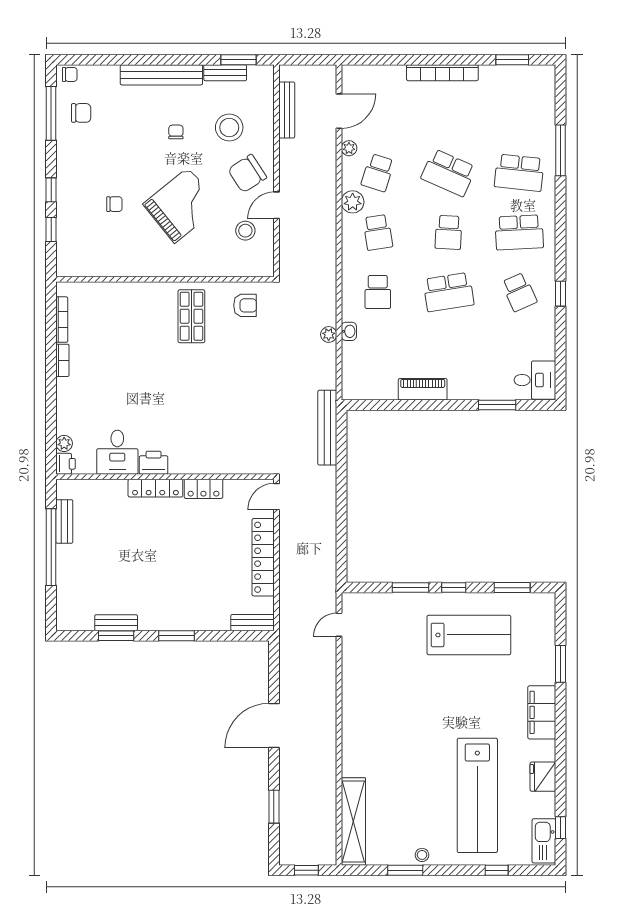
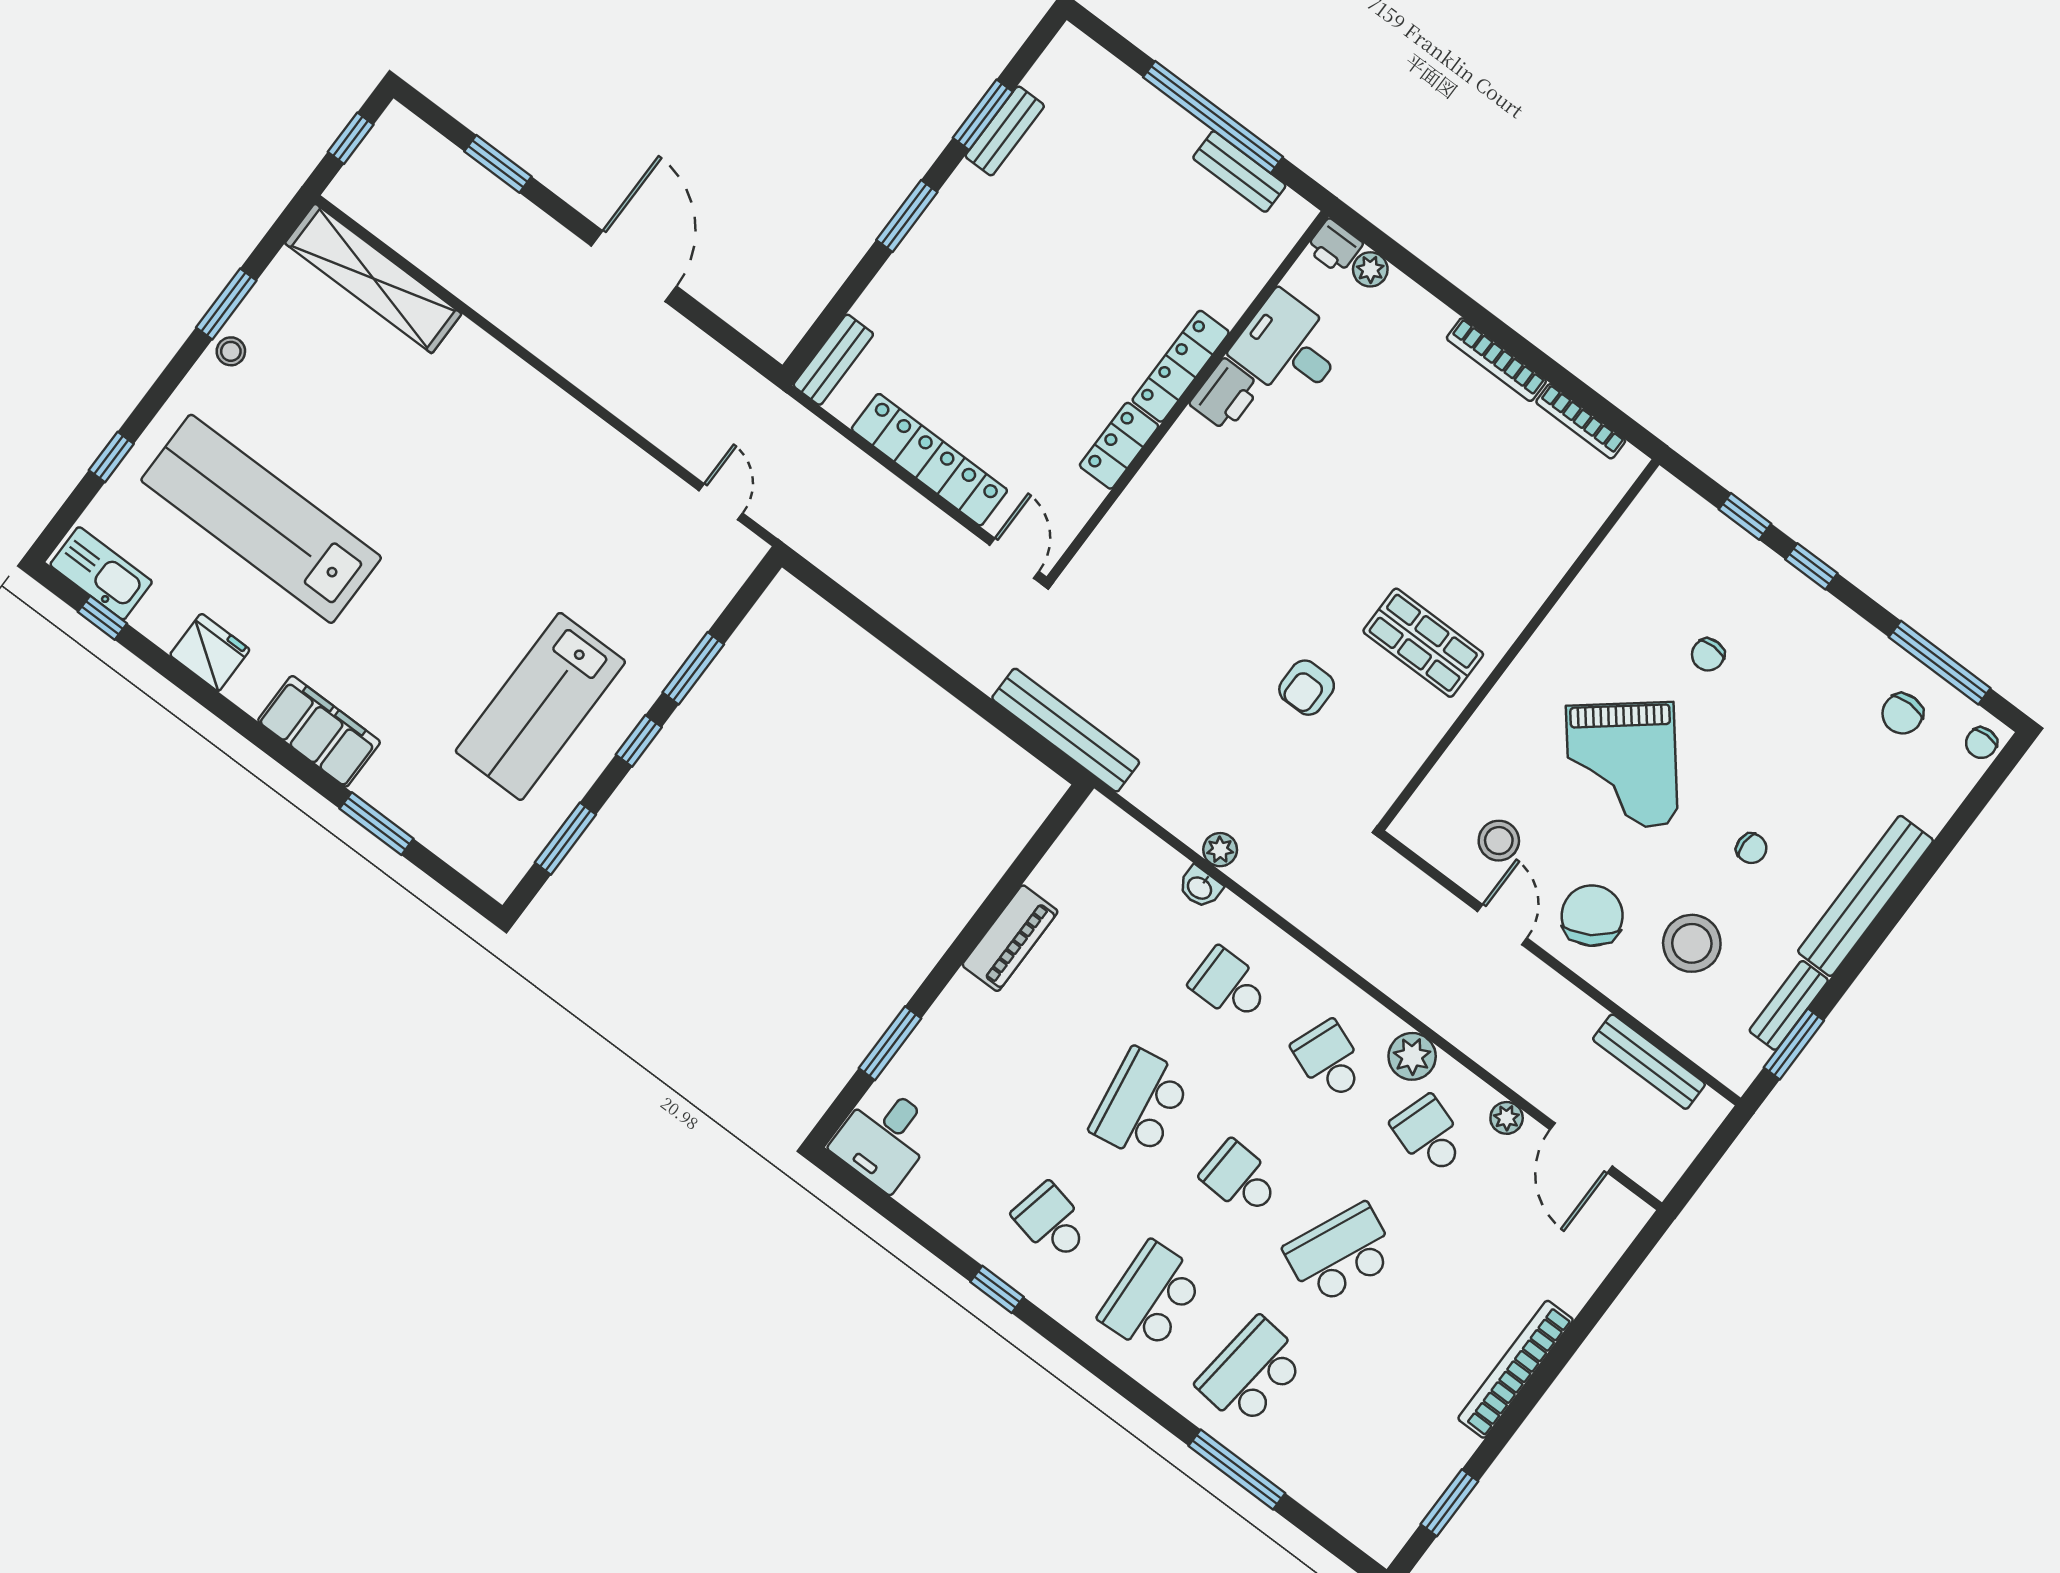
school desk: (378, 232) -> (1329, 1060), turned 30
school desk: (519, 292) -> (1052, 1222), turned 36
armchair: (245, 305) -> (1307, 688), moved
bookcase: (62, 360) -> (1496, 360), width x1.56

